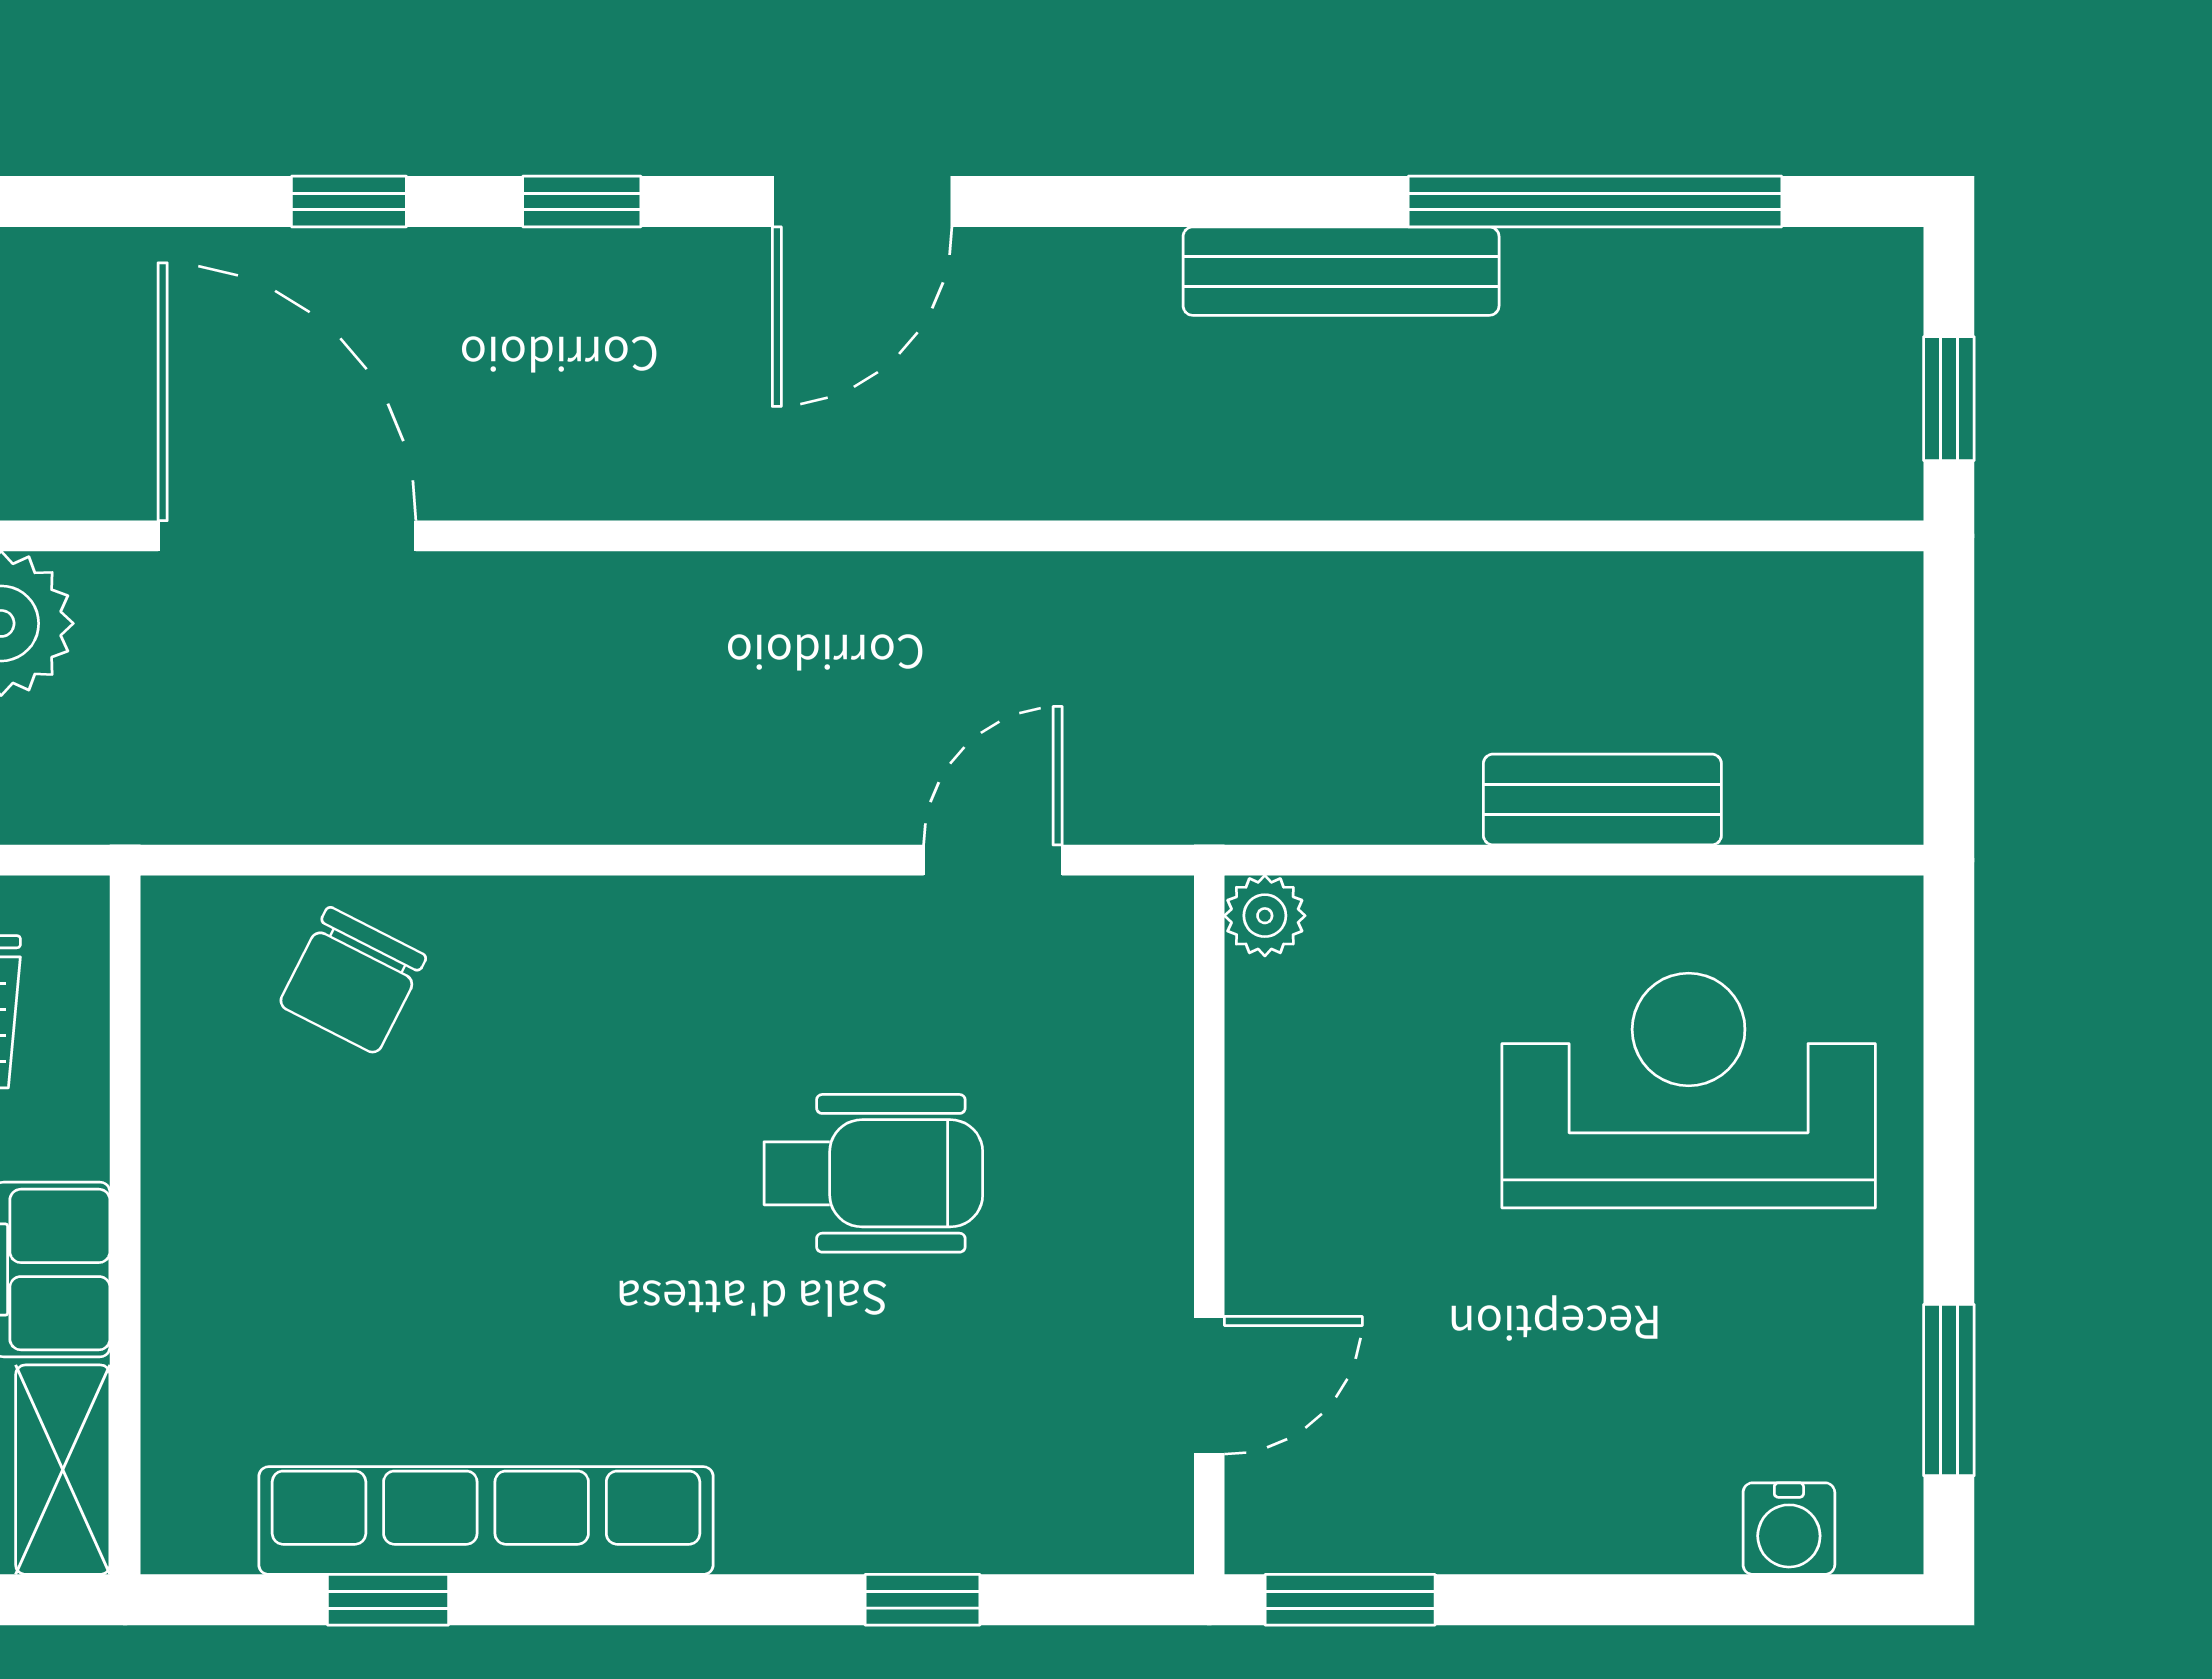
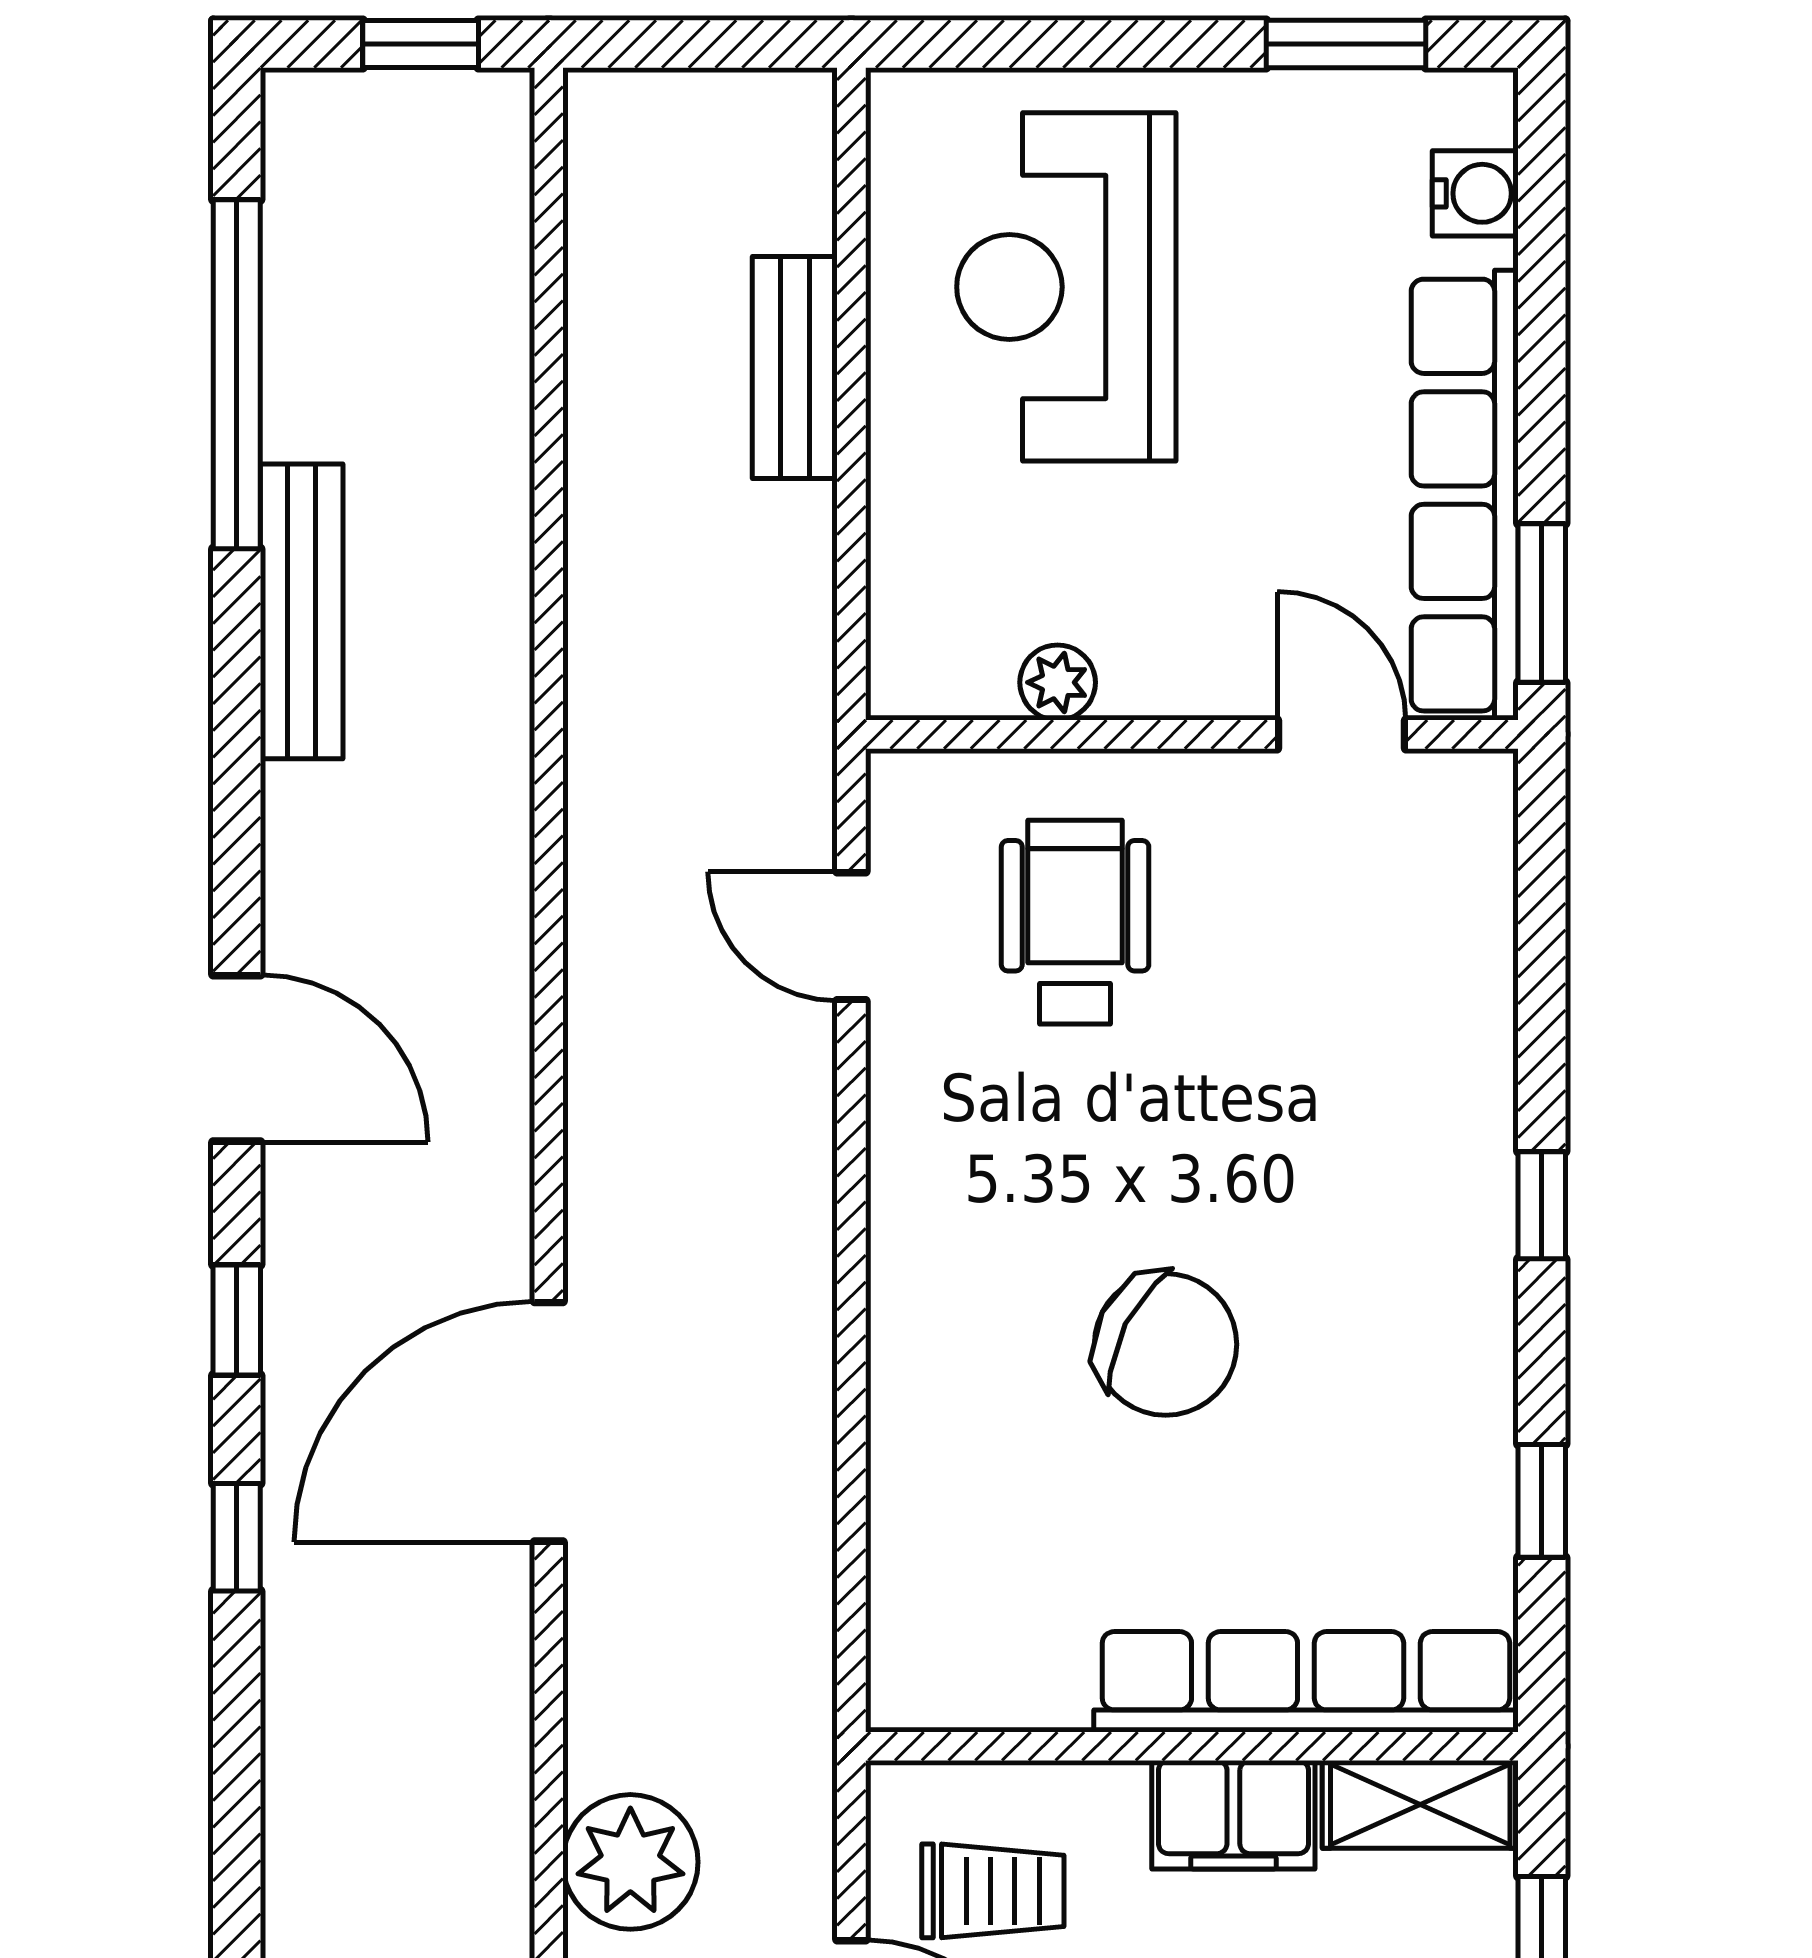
door: (287, 536) -> (549, 1422), moved
plant: (1265, 916) -> (1058, 682), moved
chair: (352, 981) -> (1166, 1344), moved, width x1.37, depth x1.37
wheelchair: (873, 1173) -> (1075, 922), moved
row of seats: (1466, 1517) -> (1465, 495), added
row of seats: (486, 1521) -> (1306, 1682), moved, turned 90
window: (922, 1600) -> (1542, 1205), moved

